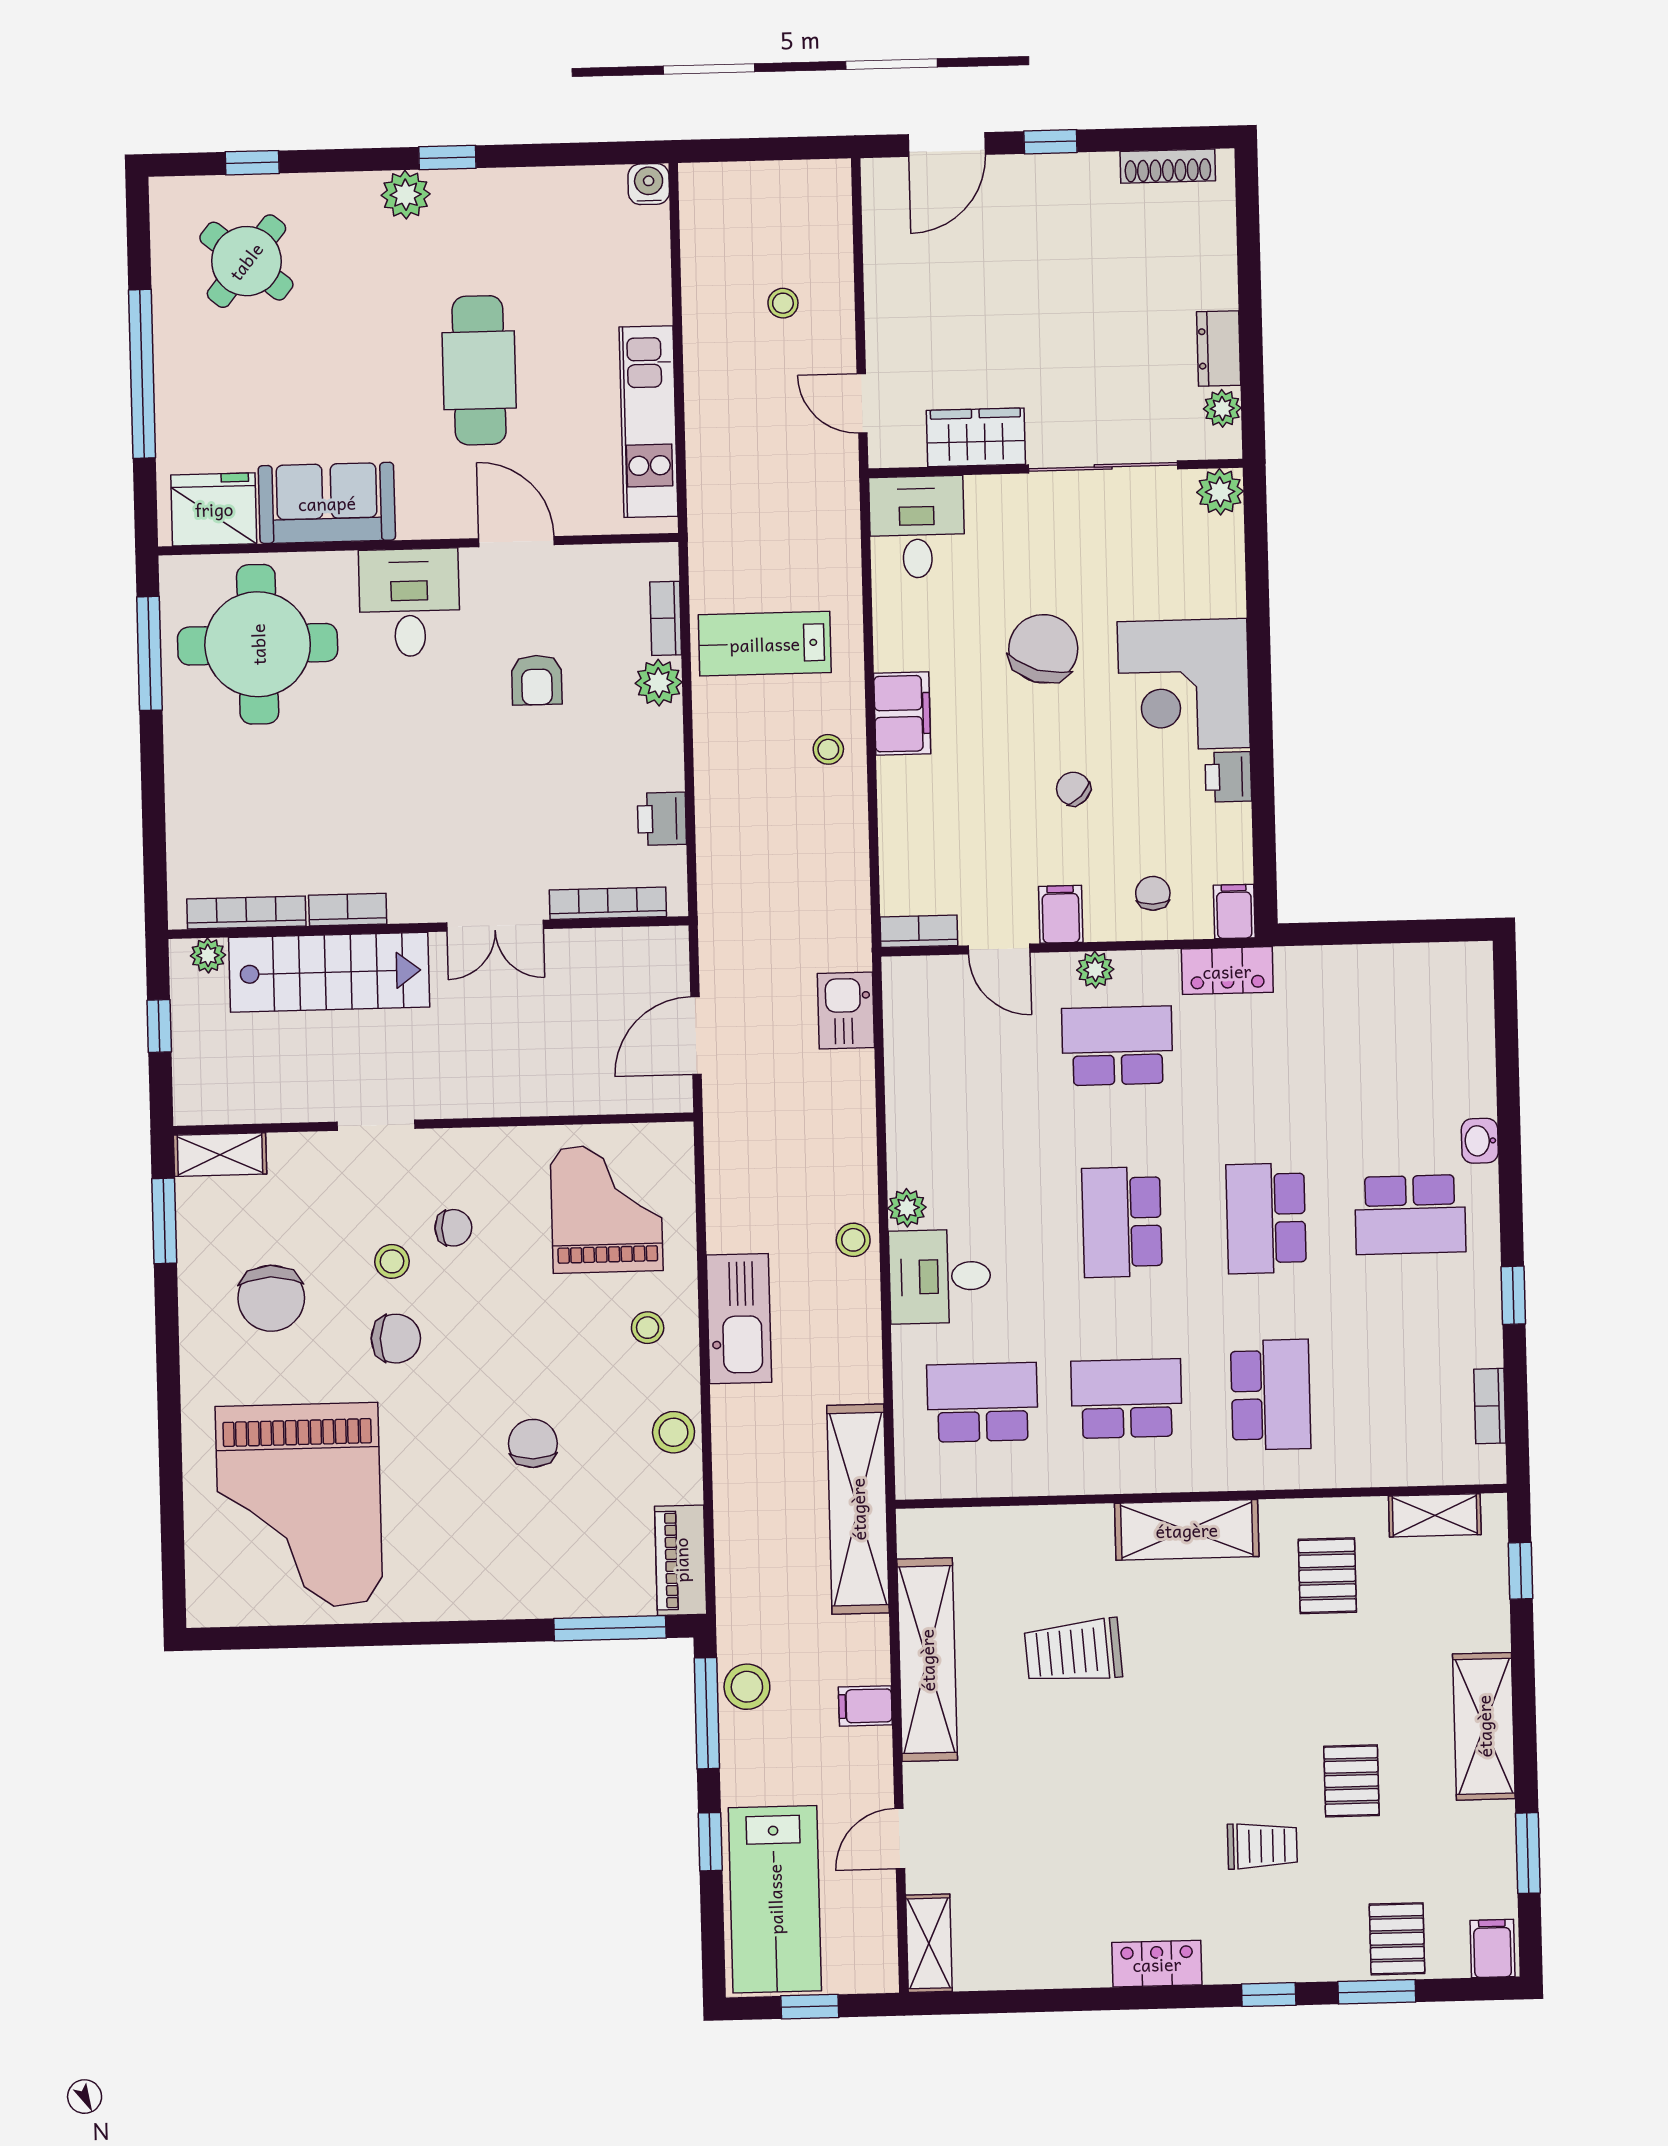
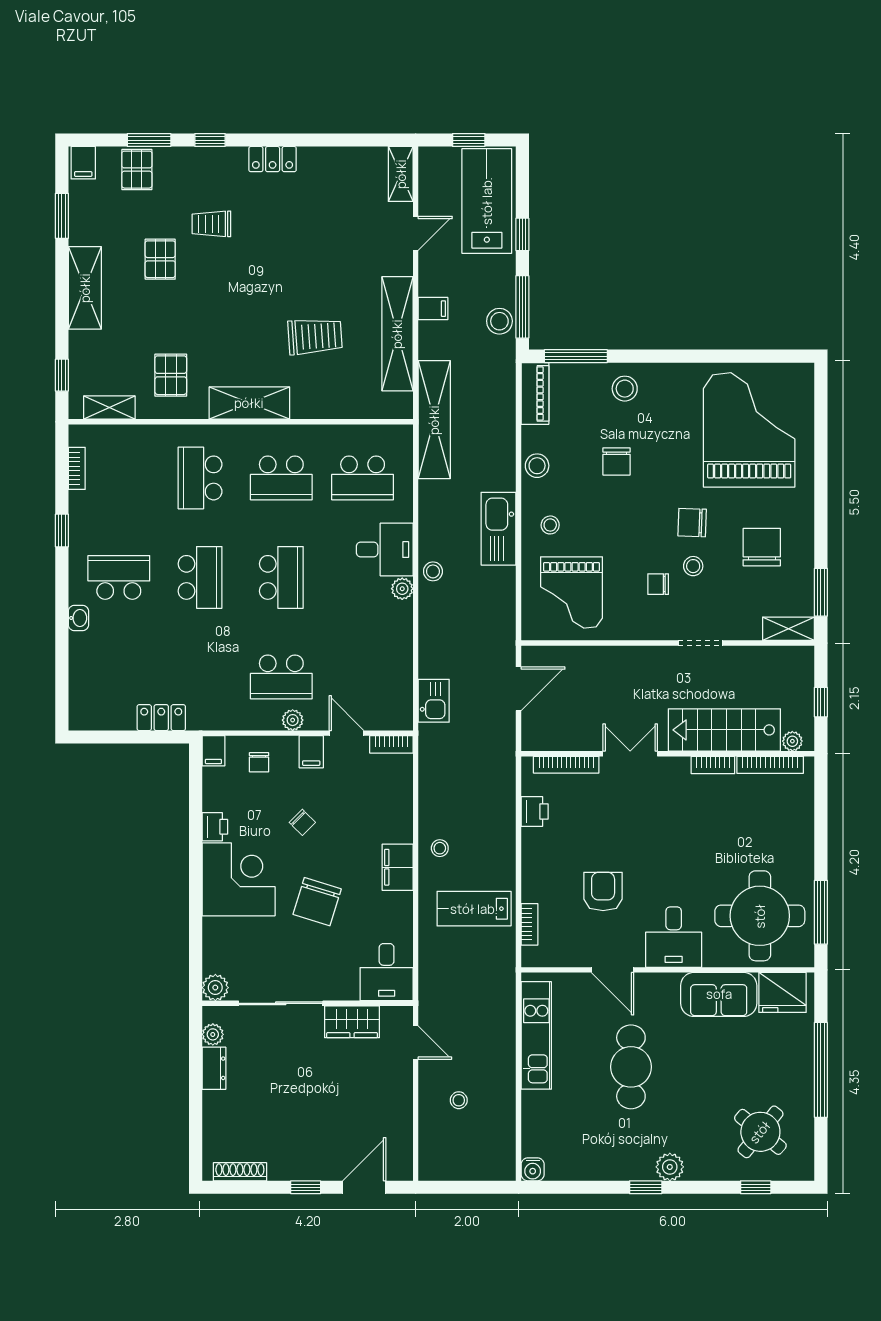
lab bench: (765, 644) -> (474, 909), turned 180
armchair: (537, 680) -> (603, 891), width x1.38, depth x1.38
plant: (659, 683) -> (534, 888), removed
locker: (1227, 971) -> (161, 718), moved
stool: (522, 1573) -> (625, 389), added

